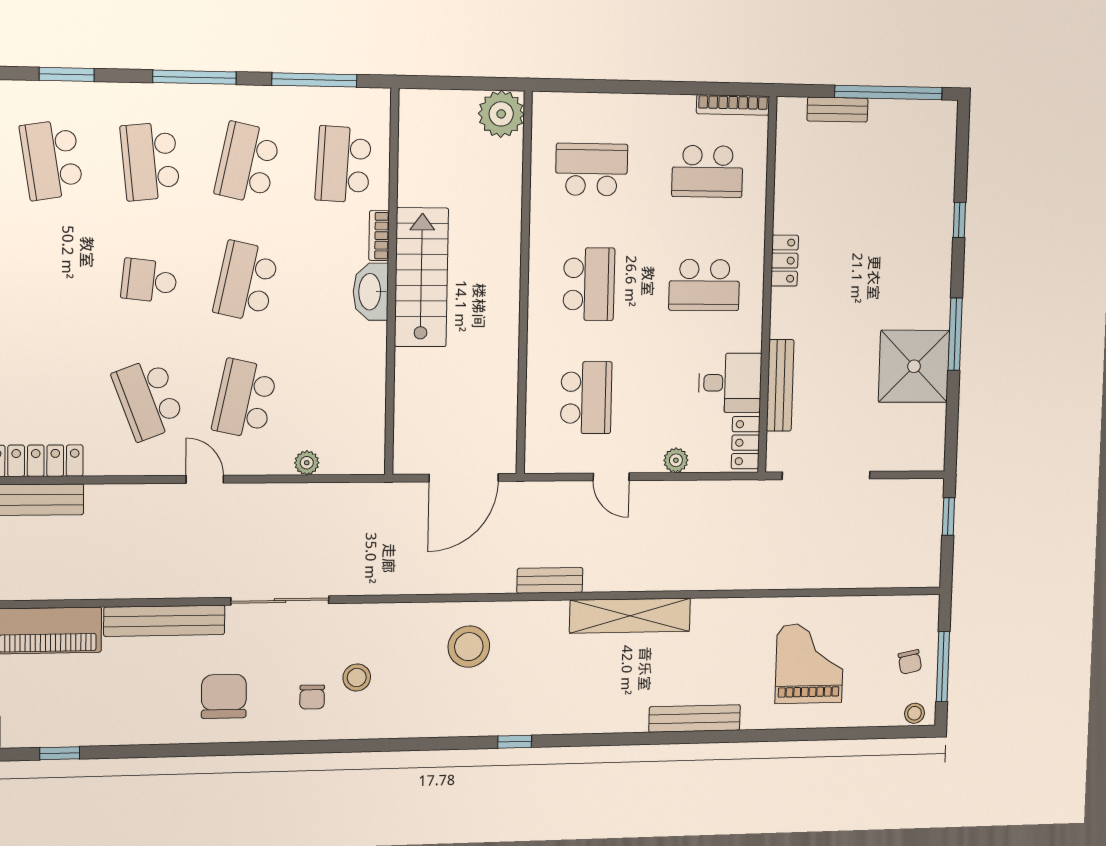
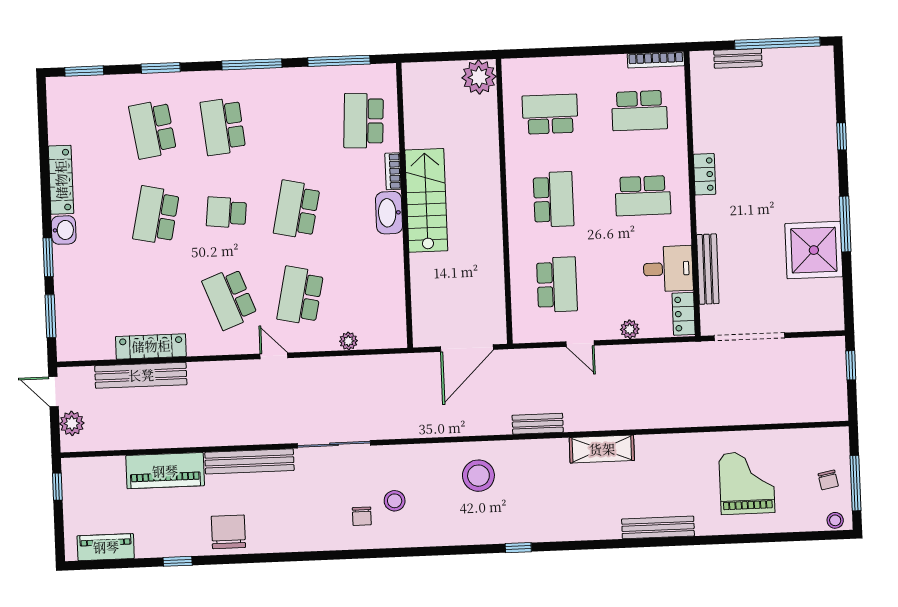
school desk: (247, 163) -> (156, 215), moved
shelving: (630, 616) -> (602, 449), width x0.68
chair: (224, 696) -> (228, 532), moved

